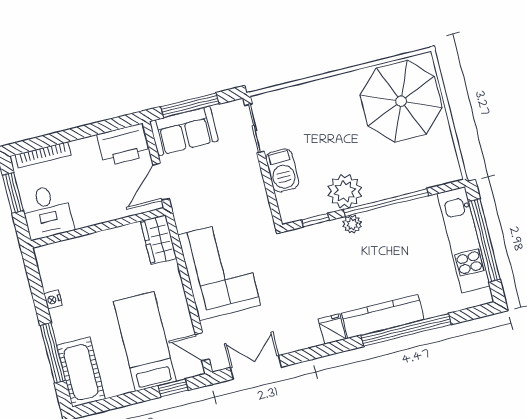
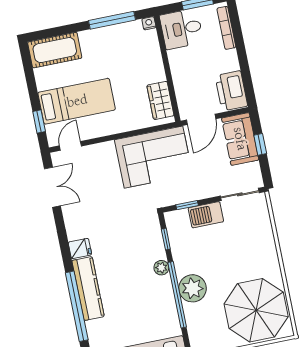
window: (190, 105) -> (260, 144), width x0.46
door: (161, 182) -> (201, 119), swing flipped
plant: (345, 191) -> (193, 288), moved
window: (271, 195) -> (187, 205), added
wardrobe: (158, 240) -> (160, 100), moved, turned -90
corner sofa: (219, 270) -> (153, 157), moved
nightstand: (53, 300) -> (149, 23), moved
window: (53, 353) -> (112, 20), moved

